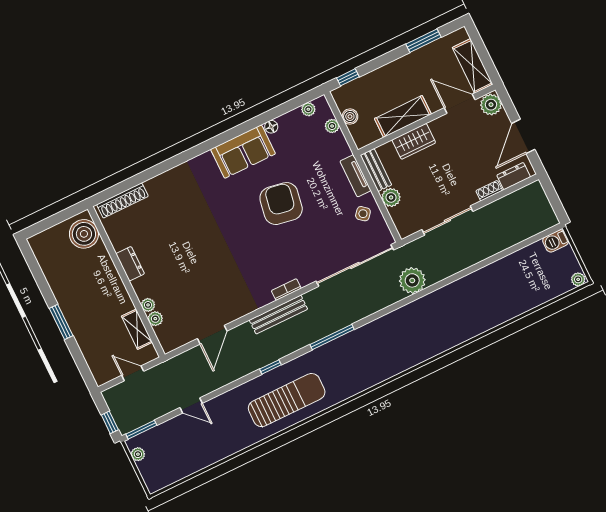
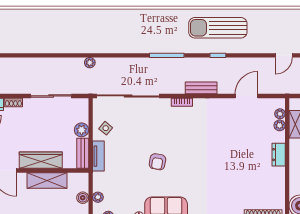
wardrobe: (414, 141) -> (41, 160), width x1.50
armchair: (281, 204) -> (157, 162), width x0.53, depth x0.53
dresser: (130, 264) -> (279, 155), moved
plant: (412, 280) -> (90, 63), width x0.53, depth x0.53
plant: (148, 305) -> (280, 114), moved
bench: (278, 315) -> (201, 88), width x0.73
door: (191, 405) -> (284, 55), swing flipped

